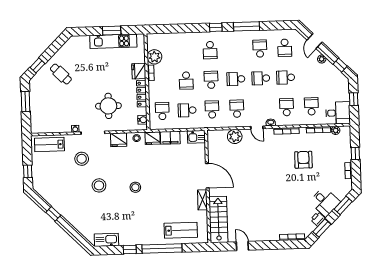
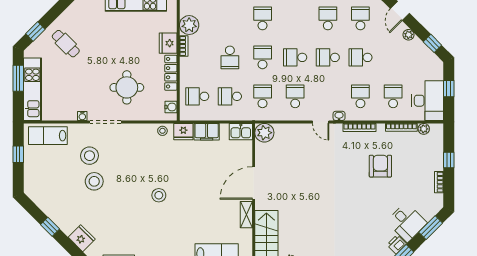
school desk: (285, 48) -> (360, 18), turned 180
school desk: (210, 50) -> (263, 18), turned 180
kitchen unit: (37, 110) -> (32, 89), added
school desk: (162, 111) -> (197, 96), turned -90
desk: (338, 113) -> (428, 101), width x1.37
plant: (235, 136) -> (264, 133), moved
fridge: (119, 140) -> (82, 238), moved, turned -135
window: (28, 171) -> (18, 154), moved
door: (207, 176) -> (254, 183), swing flipped
stool: (99, 185) -> (94, 181), moved

